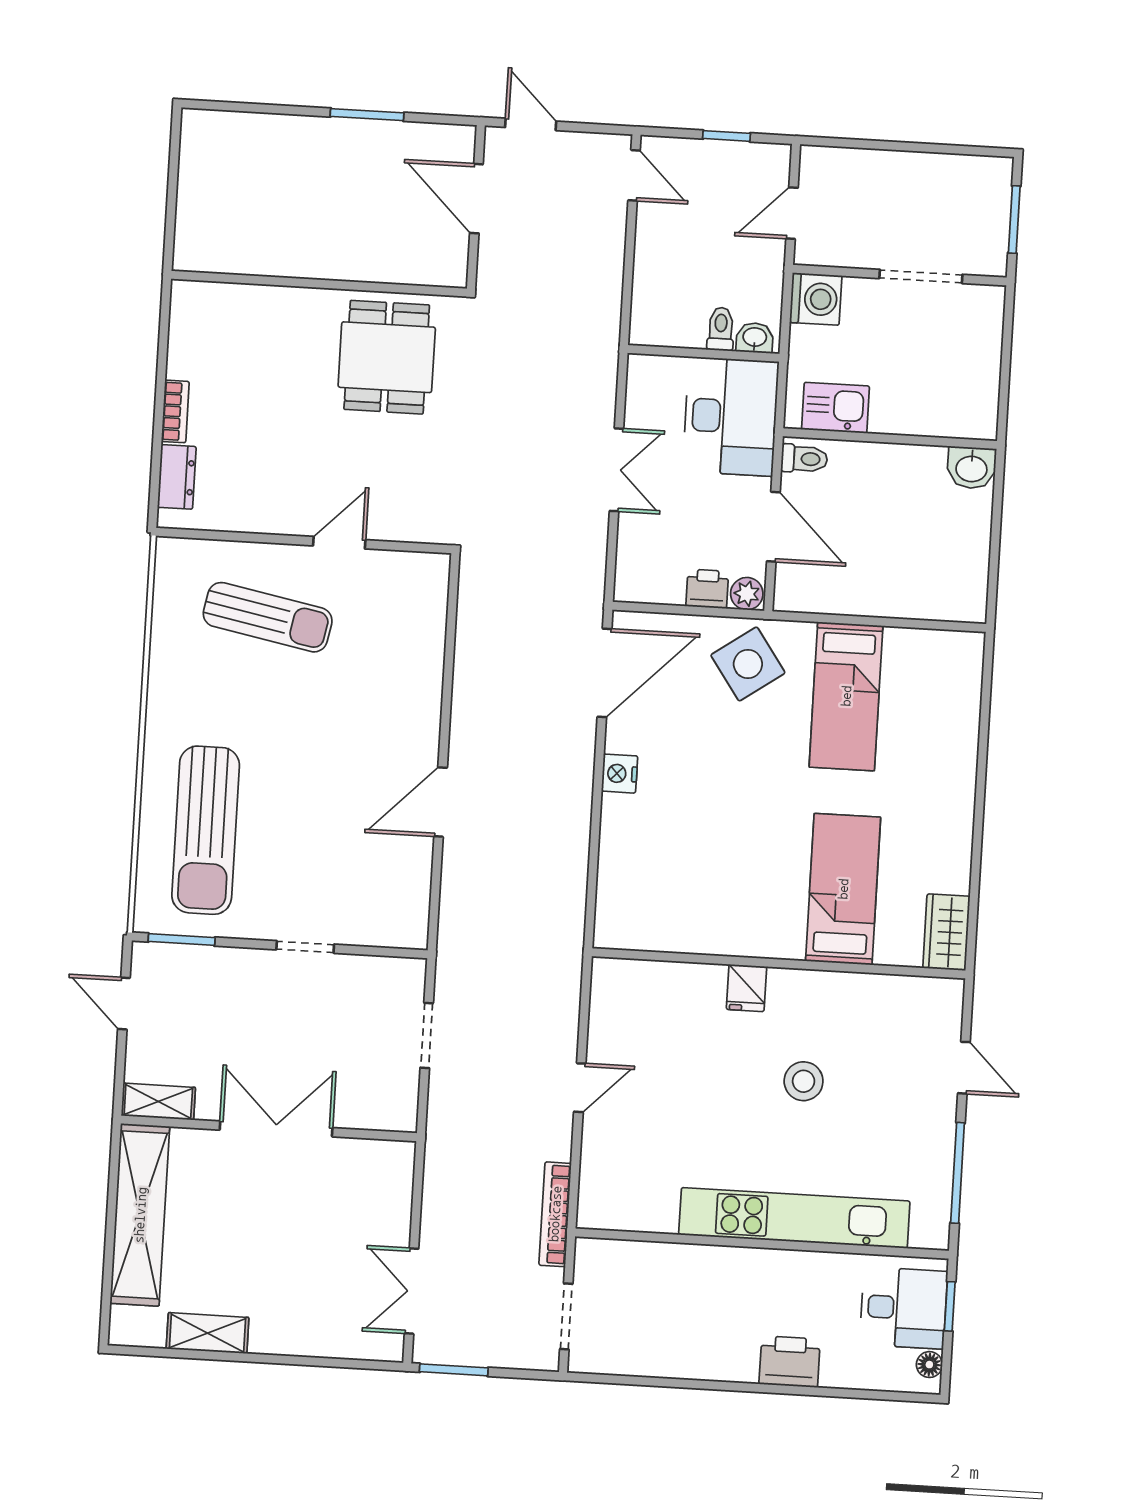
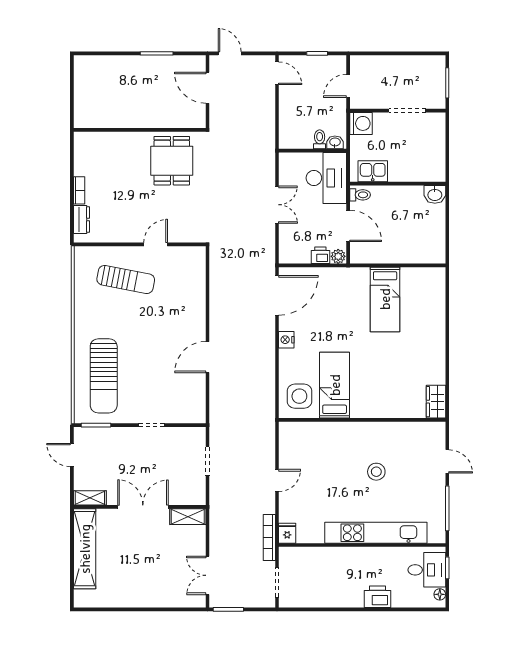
side table: (748, 664) -> (299, 396), moved, turned 35
bed: (843, 889) -> (335, 385), moved
fridge: (746, 988) -> (287, 533), moved, turned 180
shelving: (208, 1333) -> (188, 517), moved

